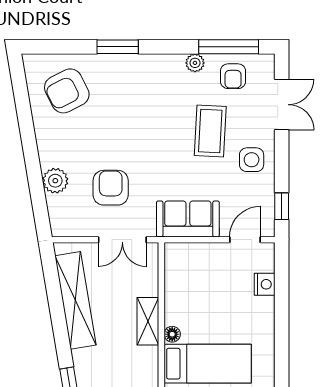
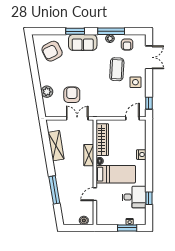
window: (229, 47) -> (111, 31), moved
sofa: (188, 219) -> (83, 42), moved, turned 180
double door: (122, 240) -> (77, 118), swing flipped
nightstand: (265, 284) -> (141, 155), moved
wardrobe: (178, 287) -> (102, 140), added
shelving: (75, 300) -> (56, 146), width x0.68

